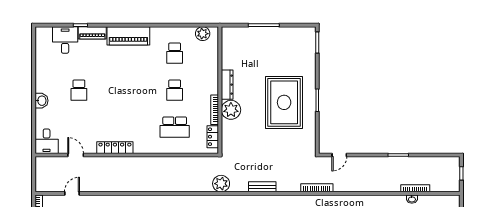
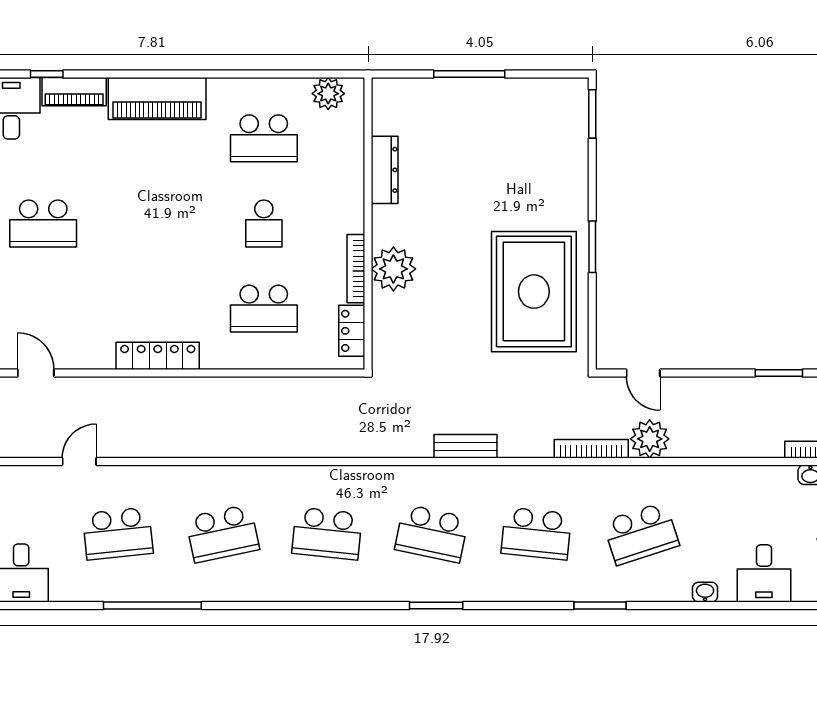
school desk: (175, 53) -> (264, 138), width x1.85
dresser: (227, 85) -> (385, 170), moved
school desk: (79, 90) -> (43, 223), width x1.85
rug: (284, 102) -> (534, 292), moved
locker: (115, 148) -> (158, 356), moved
door: (339, 155) -> (643, 373), hinge flipped
plant: (221, 184) -> (650, 439), moved
door: (72, 193) -> (79, 462), moved

